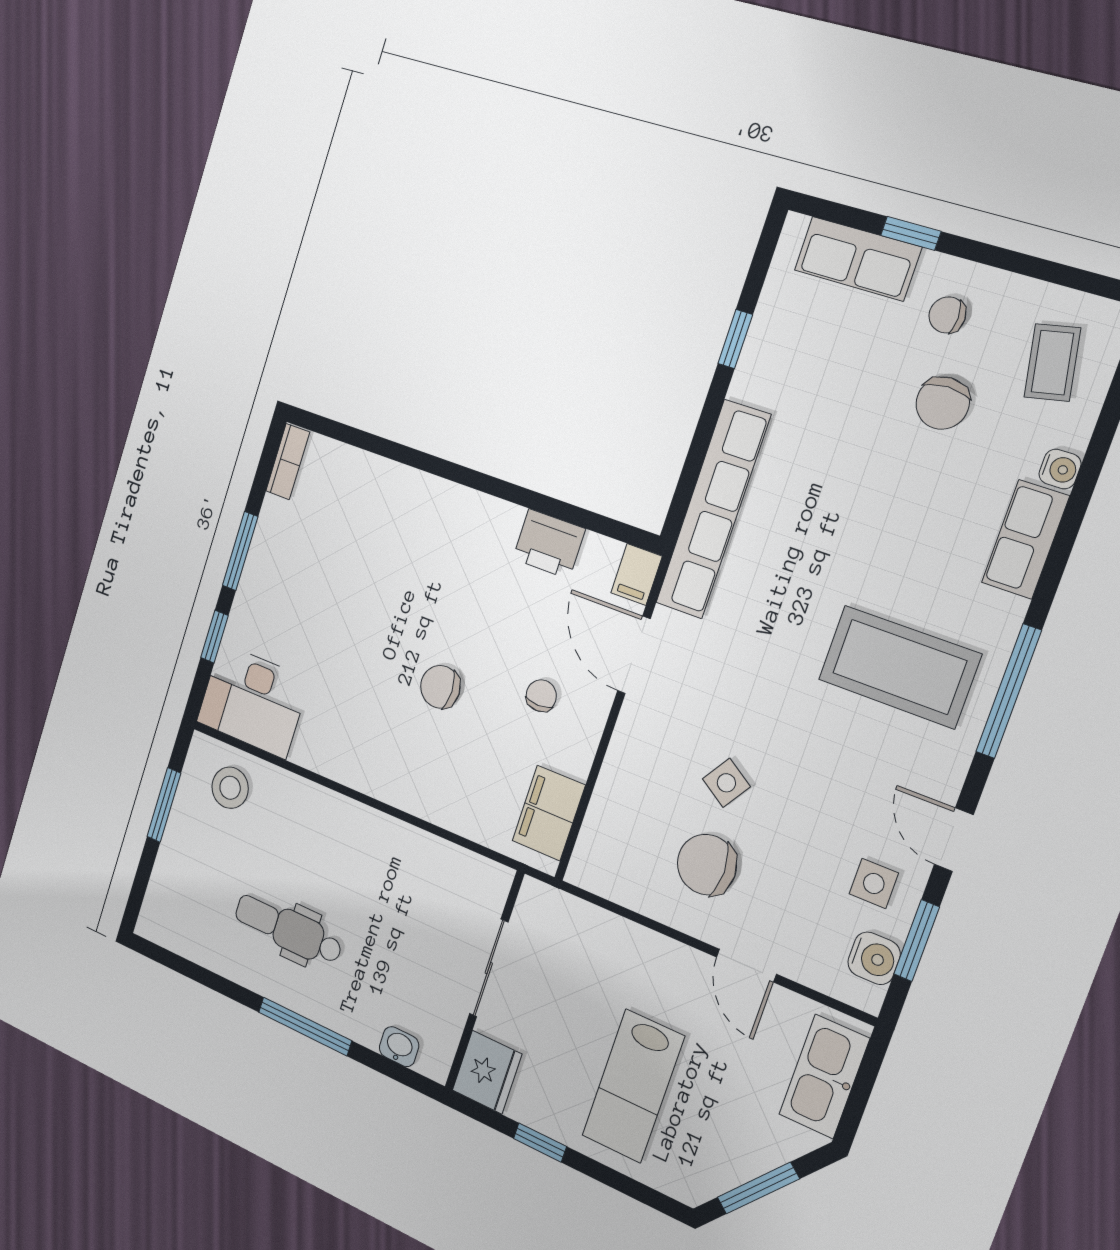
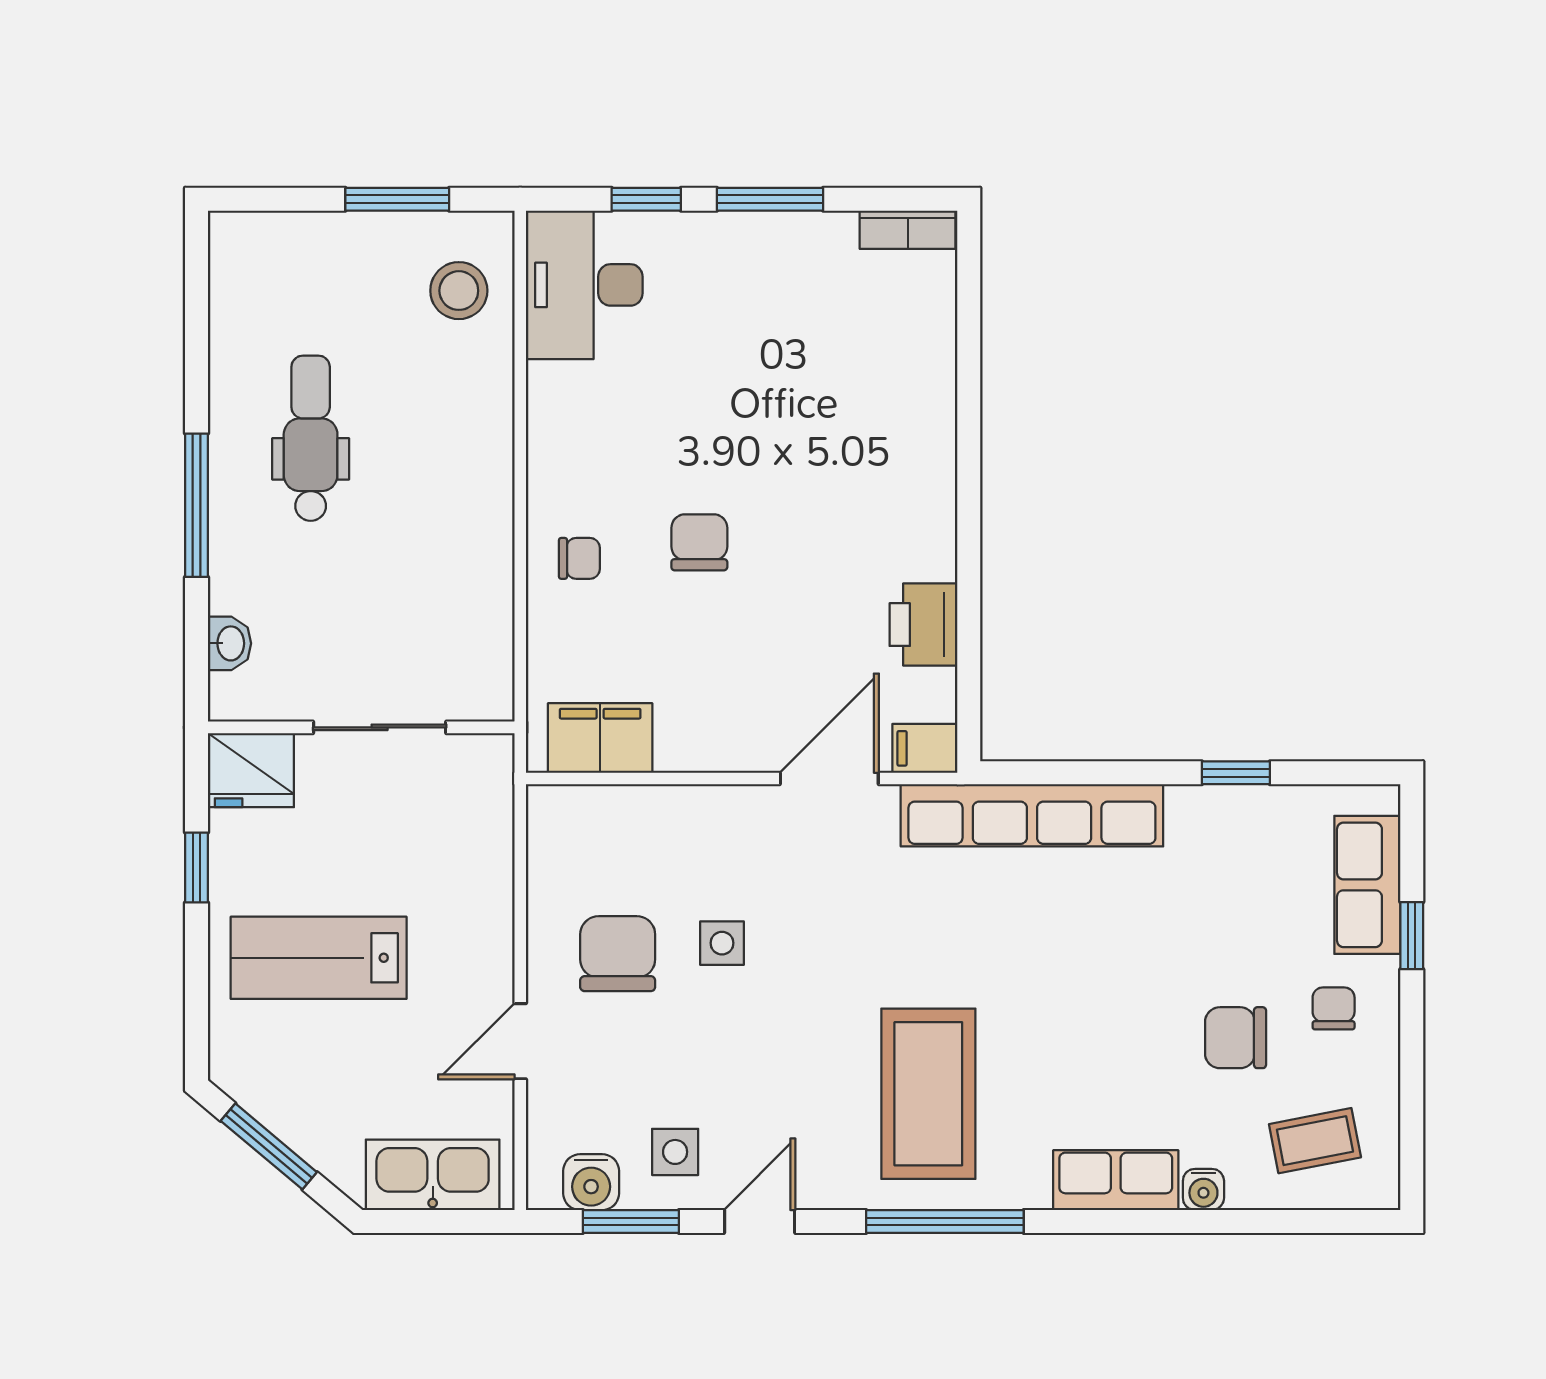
chair: (541, 696) -> (579, 558), moved
side table: (726, 783) -> (722, 943), turned -33

